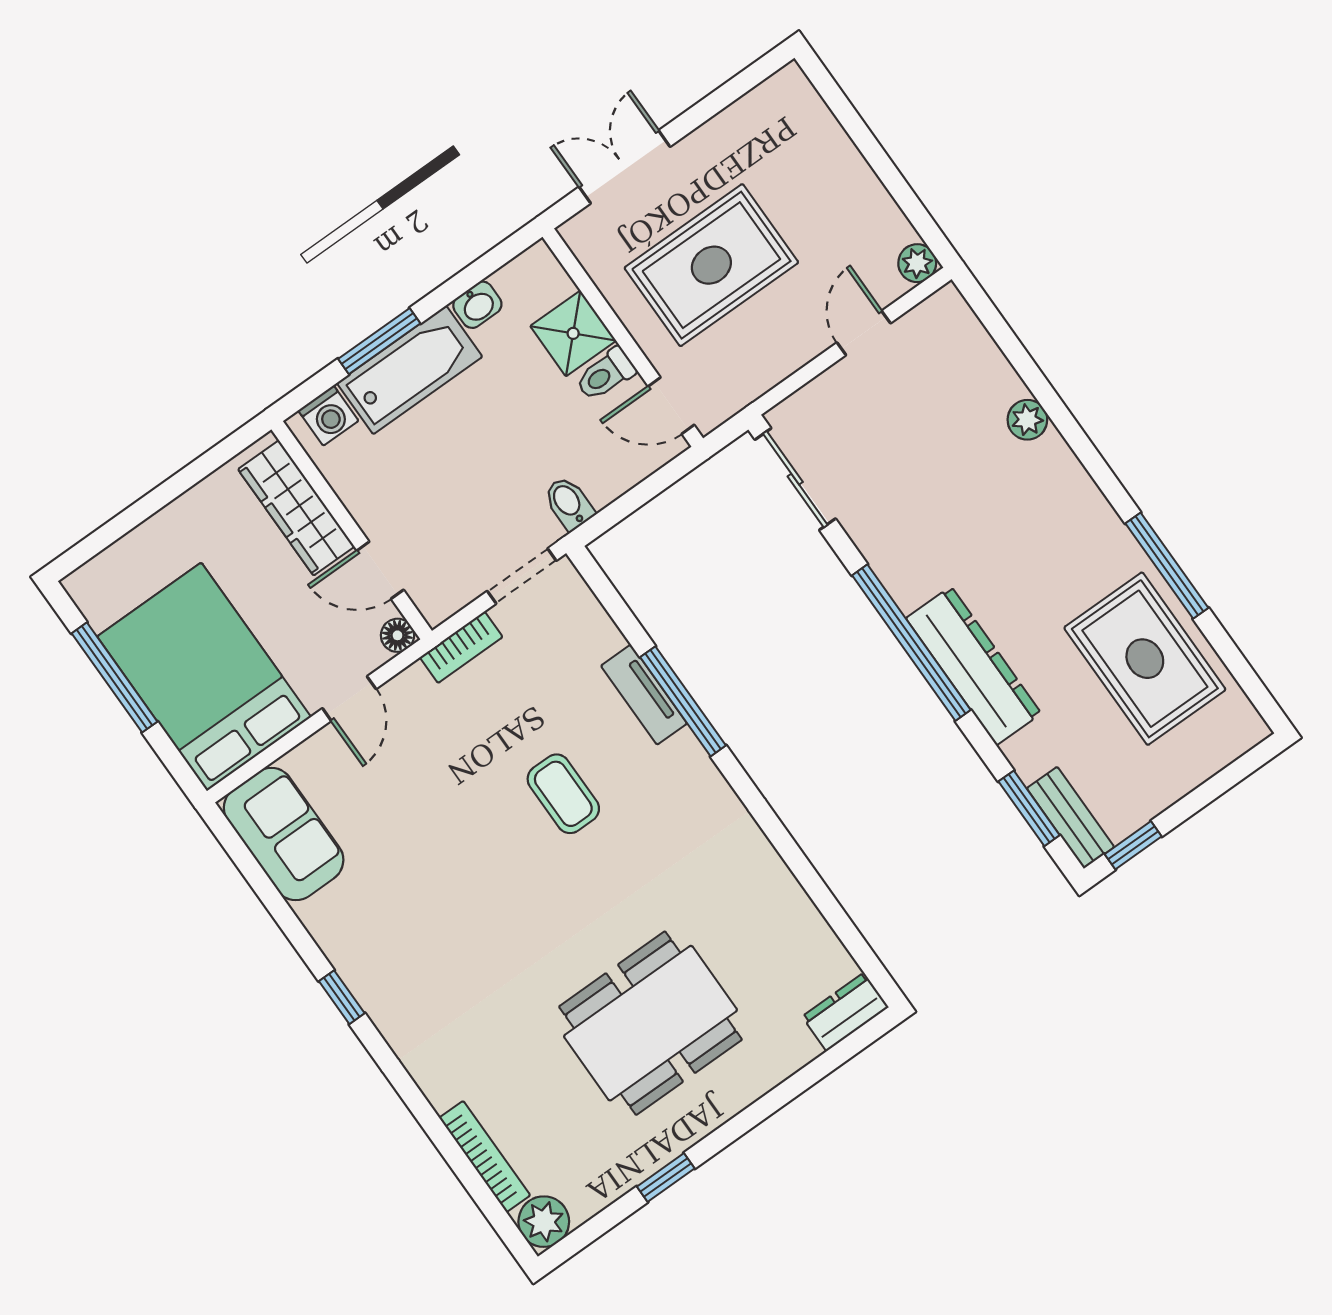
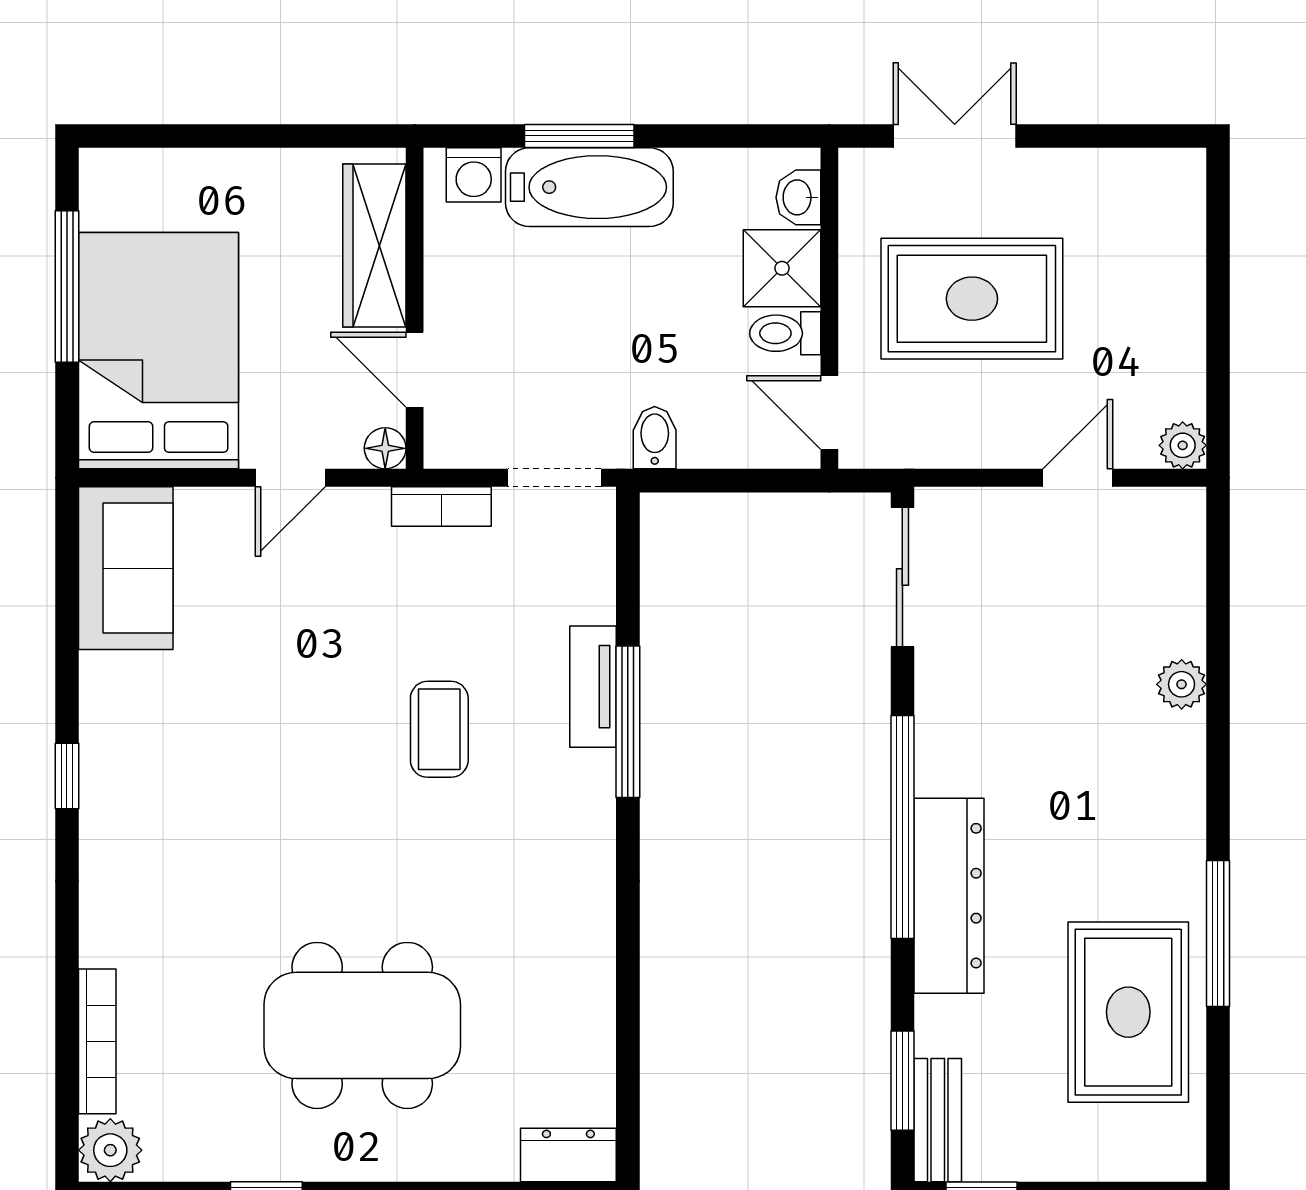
washbasin: (477, 305) -> (798, 197), moved, turned 90

